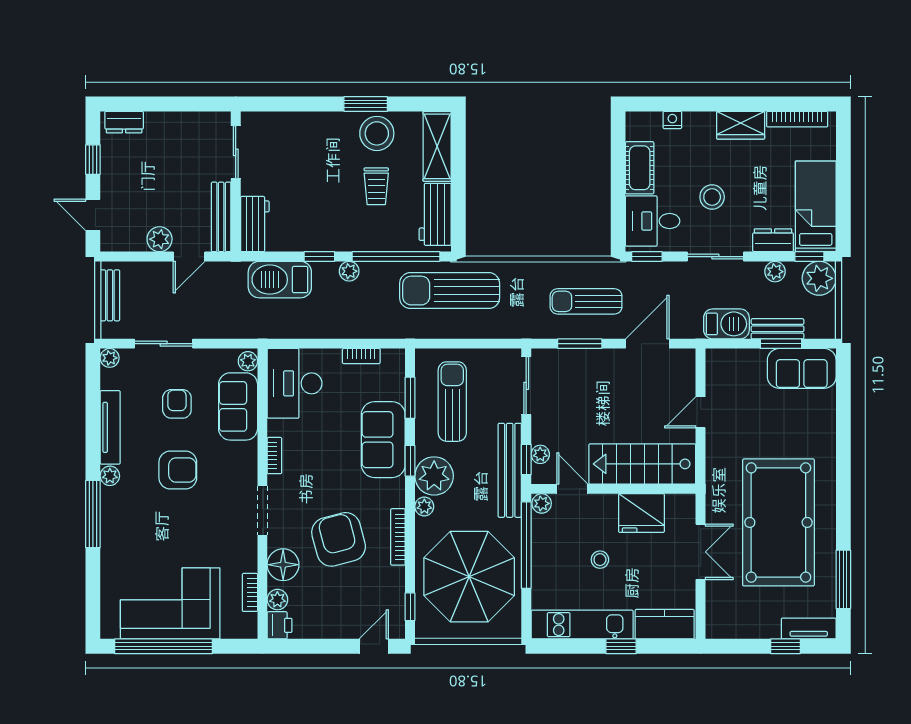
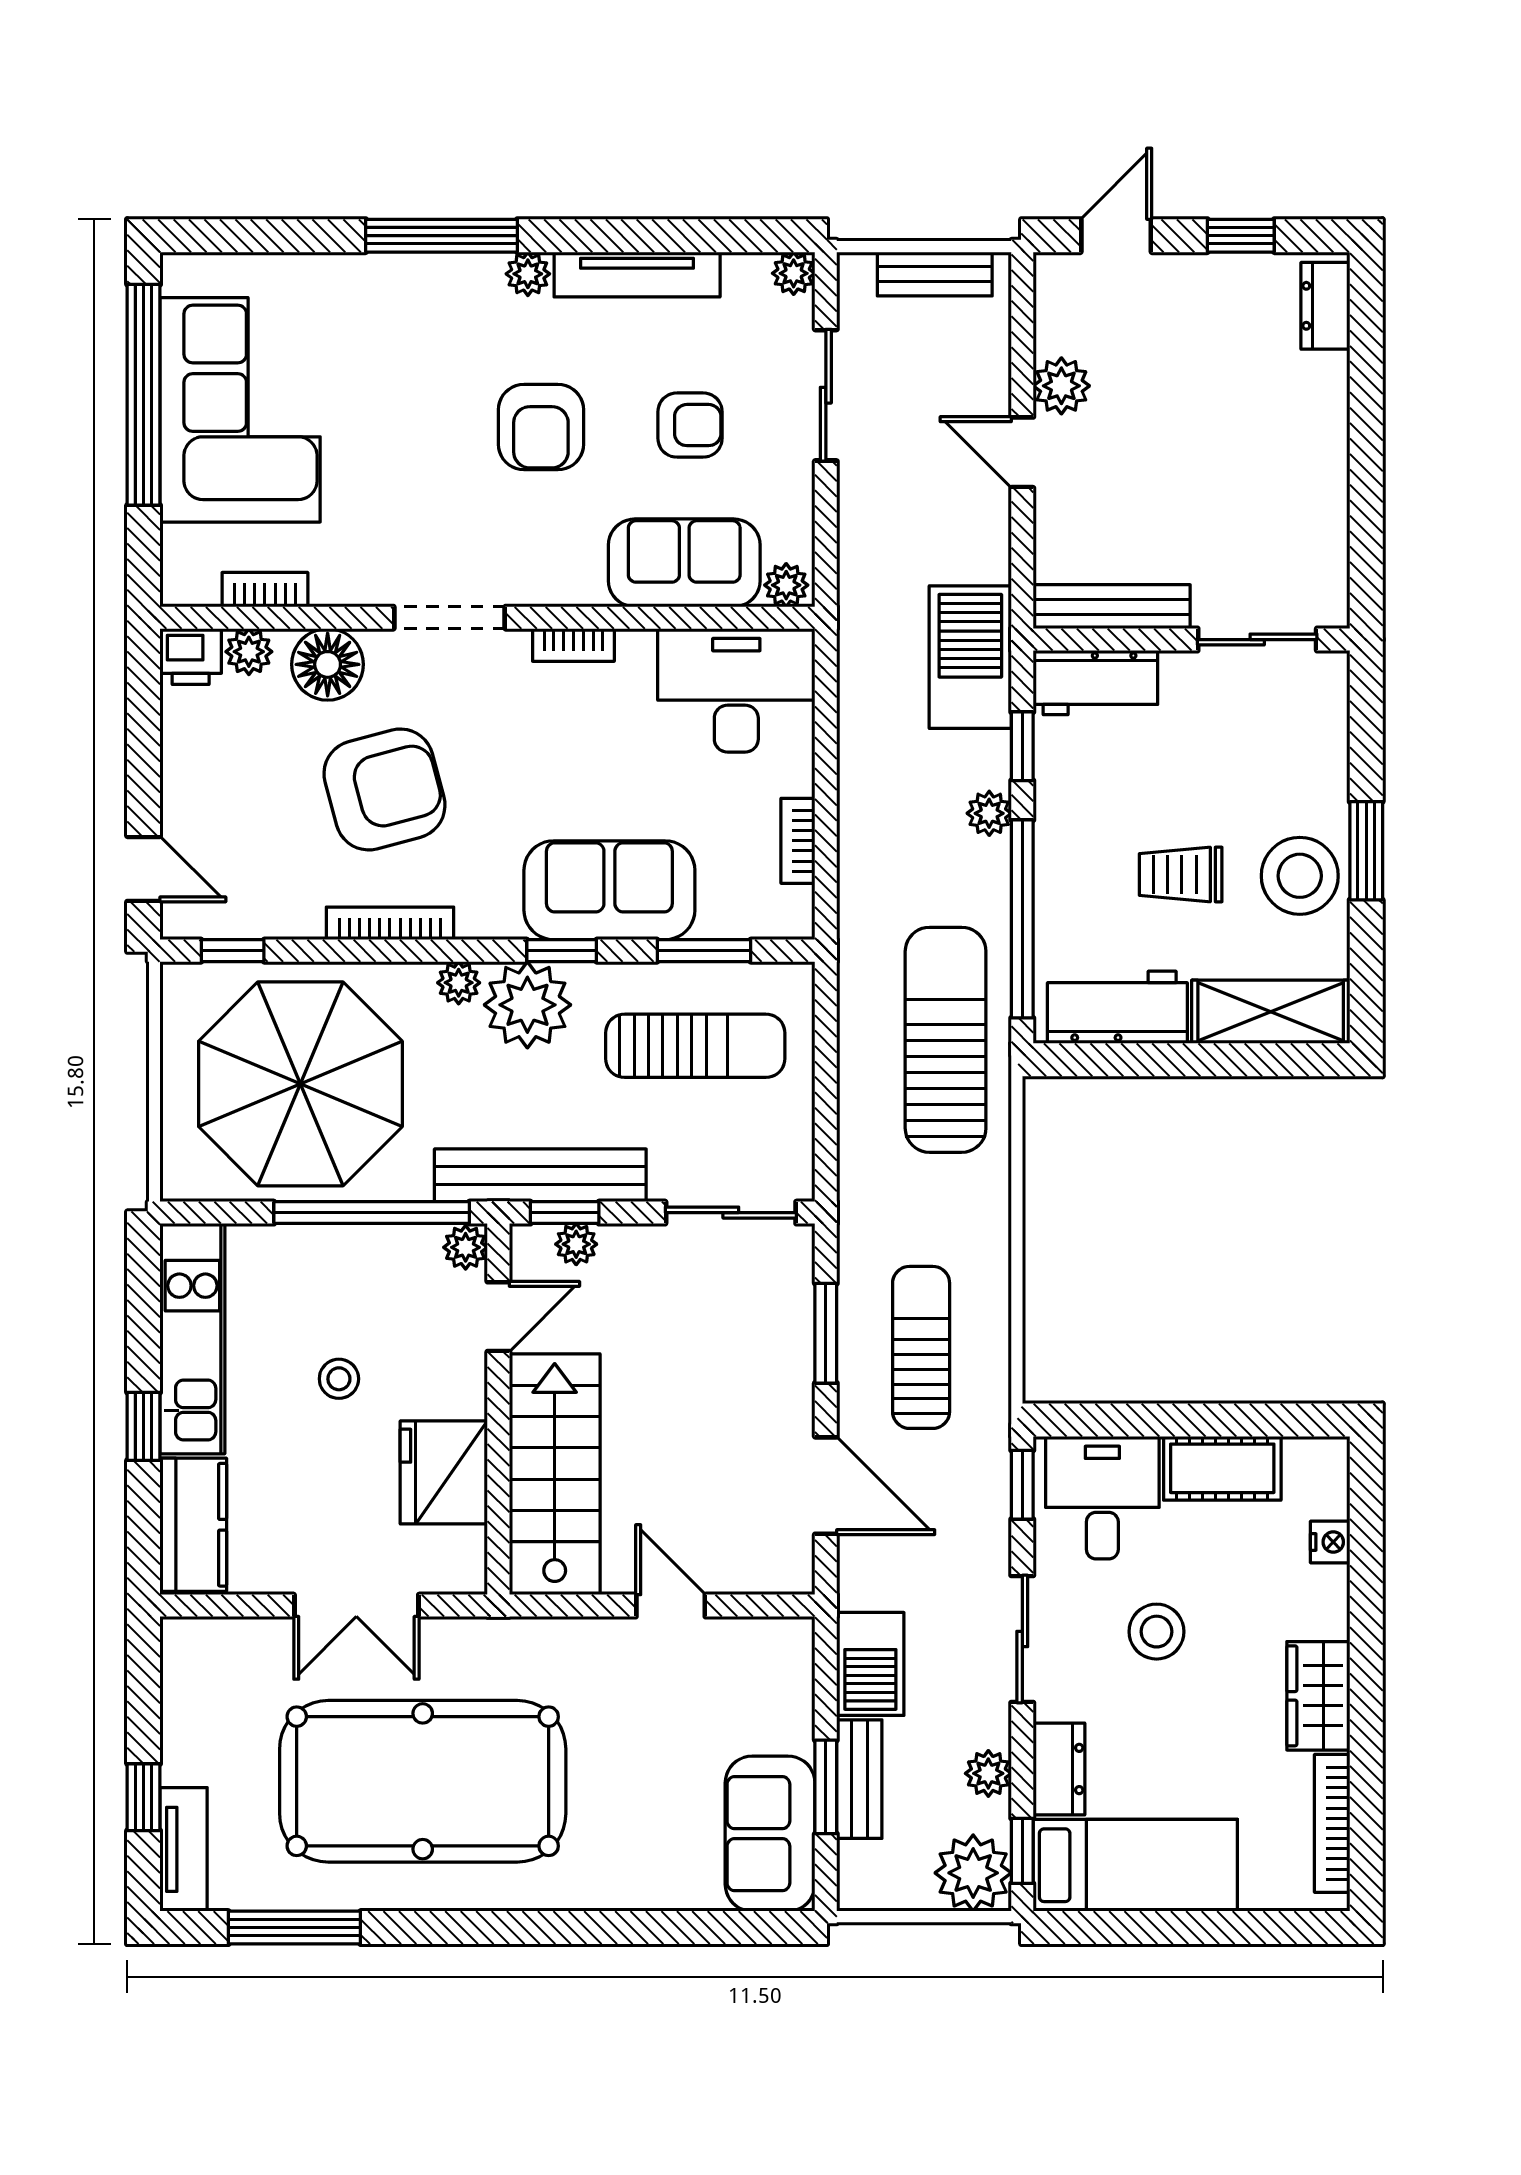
sliding door: (236, 152) -> (1257, 640), moved
wall: (236, 181) -> (1191, 640), moved
bench: (221, 217) -> (1112, 607), moved
workbench: (255, 224) -> (1095, 683), moved

